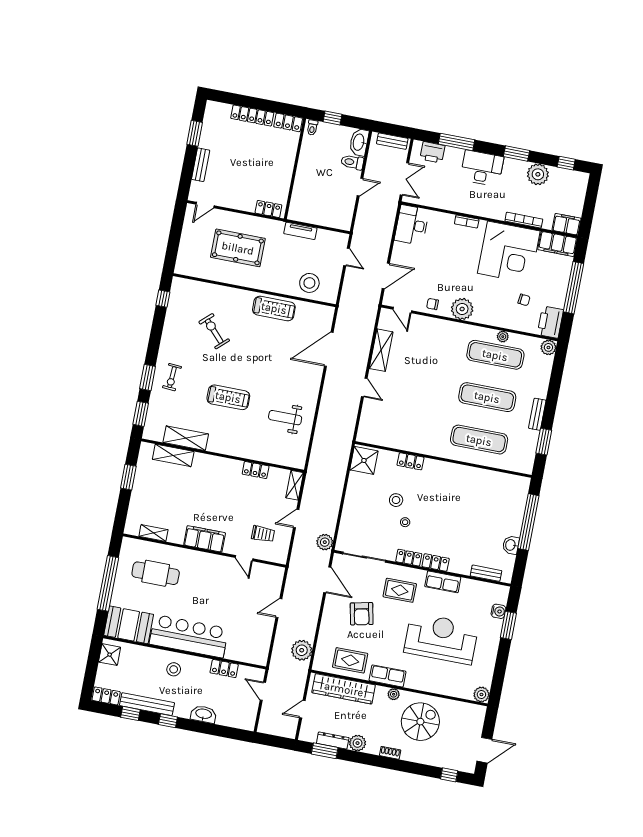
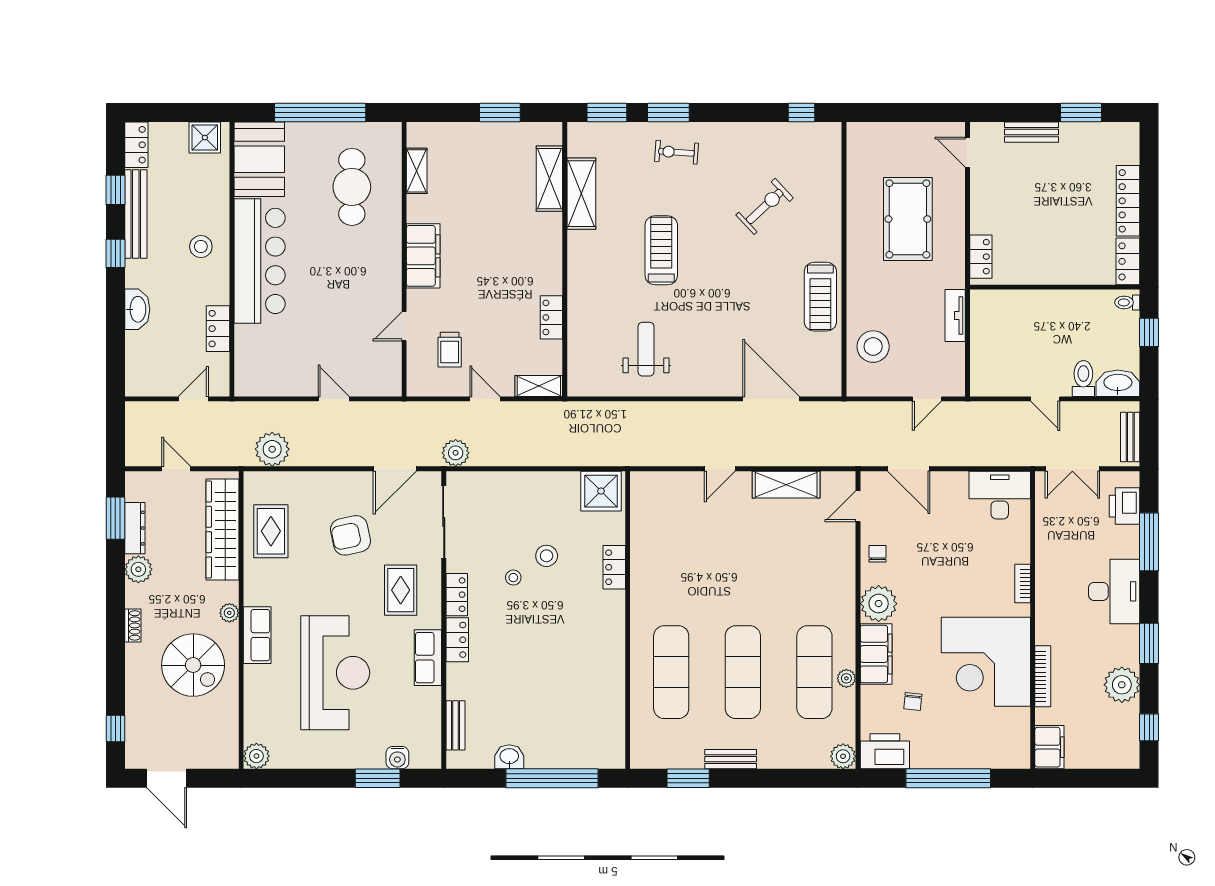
filing cabinet: (557, 244) -> (876, 654), moved, turned 180
treadmill: (228, 397) -> (661, 250), turned 180
row of seats: (387, 676) -> (257, 635), moved

